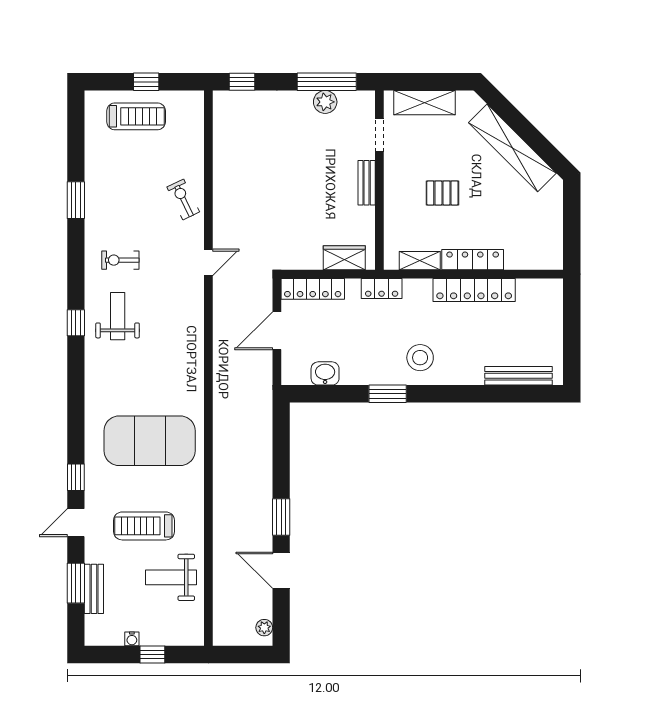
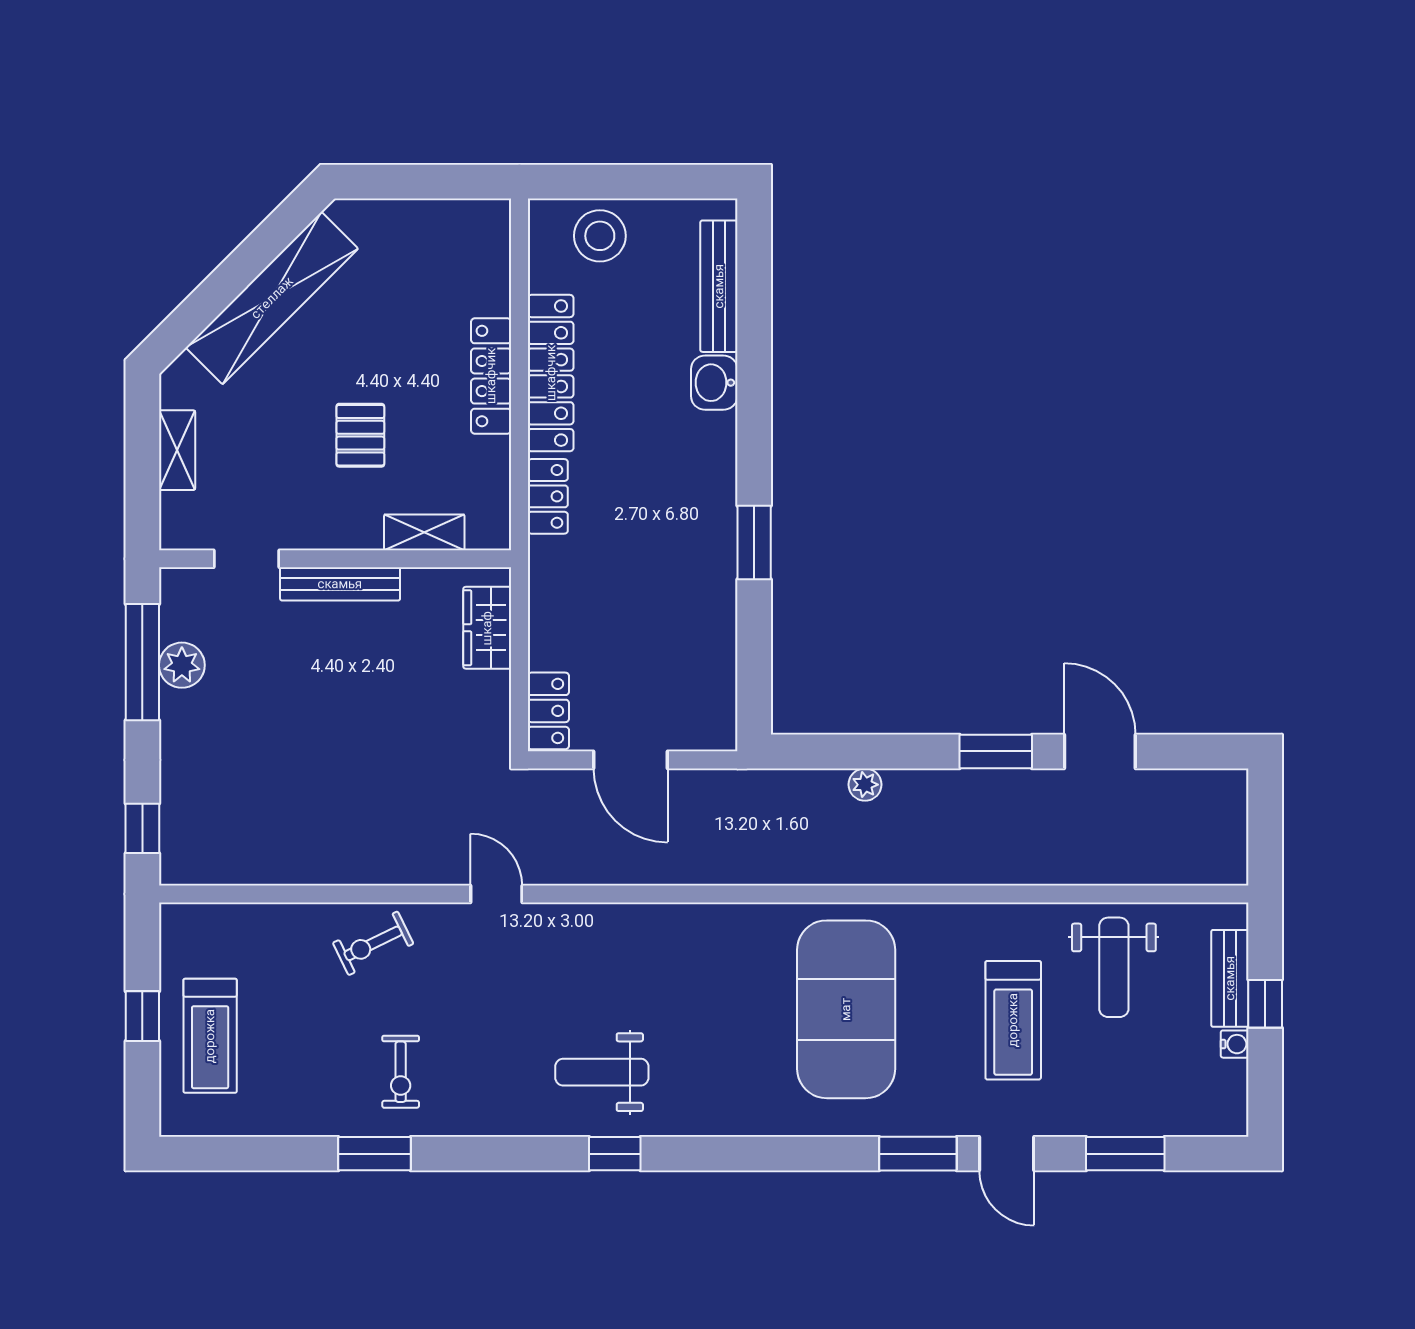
shelving: (425, 103) -> (177, 450), width x0.67, depth x0.75
treadmill: (136, 116) -> (210, 1036), turned 180
bench: (367, 183) -> (340, 584), width x1.36
exercise bike: (120, 260) -> (401, 1072), moved
shelving: (420, 261) -> (424, 532), moved, turned 90
locker: (313, 289) -> (548, 711), width x0.66
locker: (382, 289) -> (548, 496), moved
stool: (420, 358) -> (600, 236), moved
washbasin: (325, 373) -> (714, 383), moved
window: (76, 477) -> (918, 1154), width x1.50
door: (281, 570) -> (1100, 751), swing flipped
bench: (94, 589) -> (1230, 978), moved, turned 90
plant: (264, 628) -> (865, 785), moved

